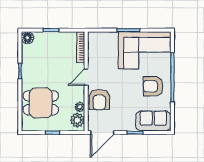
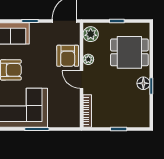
floor lamp: (28, 38) -> (143, 83), moved
door: (86, 77) -> (81, 80), swing flipped
armchair: (99, 100) -> (68, 56), turned 180
plant: (80, 107) -> (88, 59), moved

